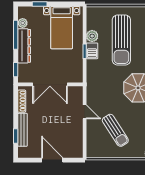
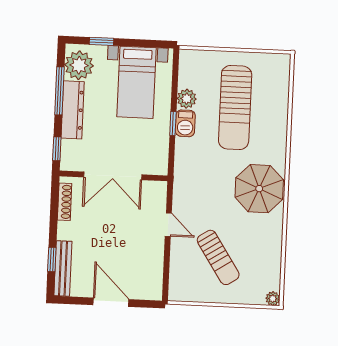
plant: (23, 23) -> (79, 65), width x1.87, depth x1.87
bench: (23, 130) -> (63, 269), moved

